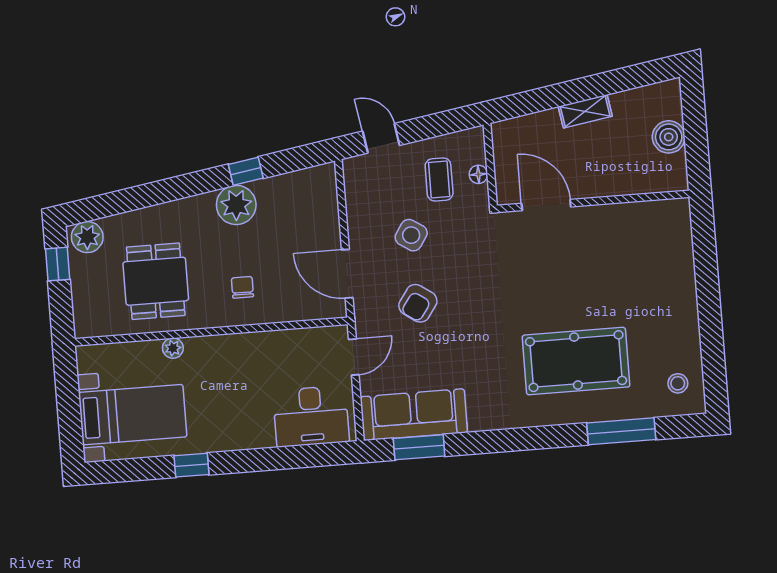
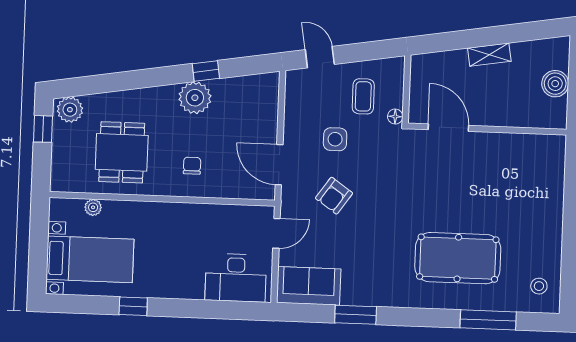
floor lamp: (478, 174) -> (395, 116), moved
side table: (411, 235) -> (335, 139), turned -33
plant: (173, 348) -> (93, 207), moved
sofa: (414, 415) -> (309, 286), width x0.73
window: (419, 447) -> (356, 315), moved

